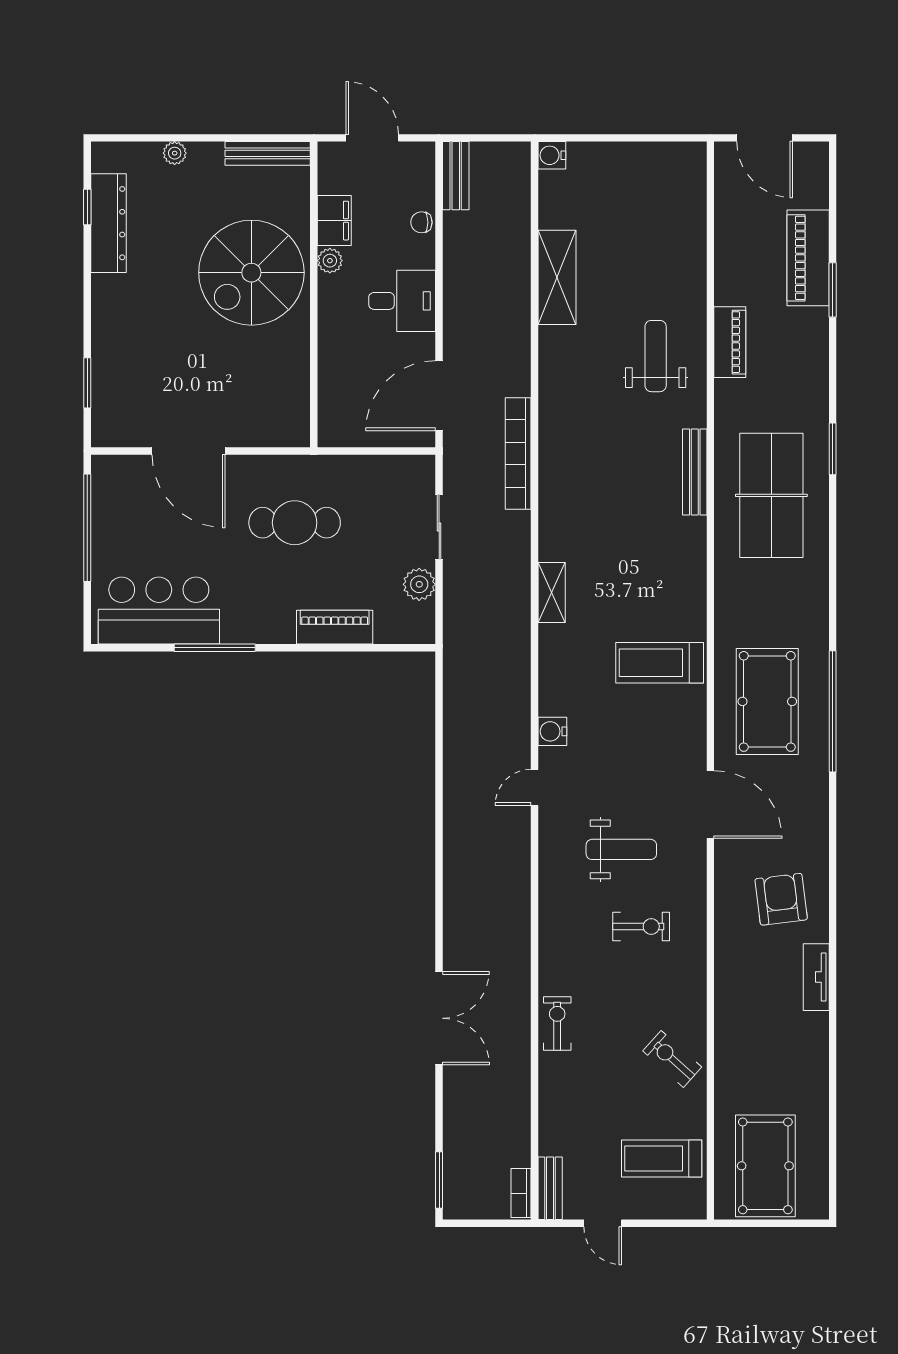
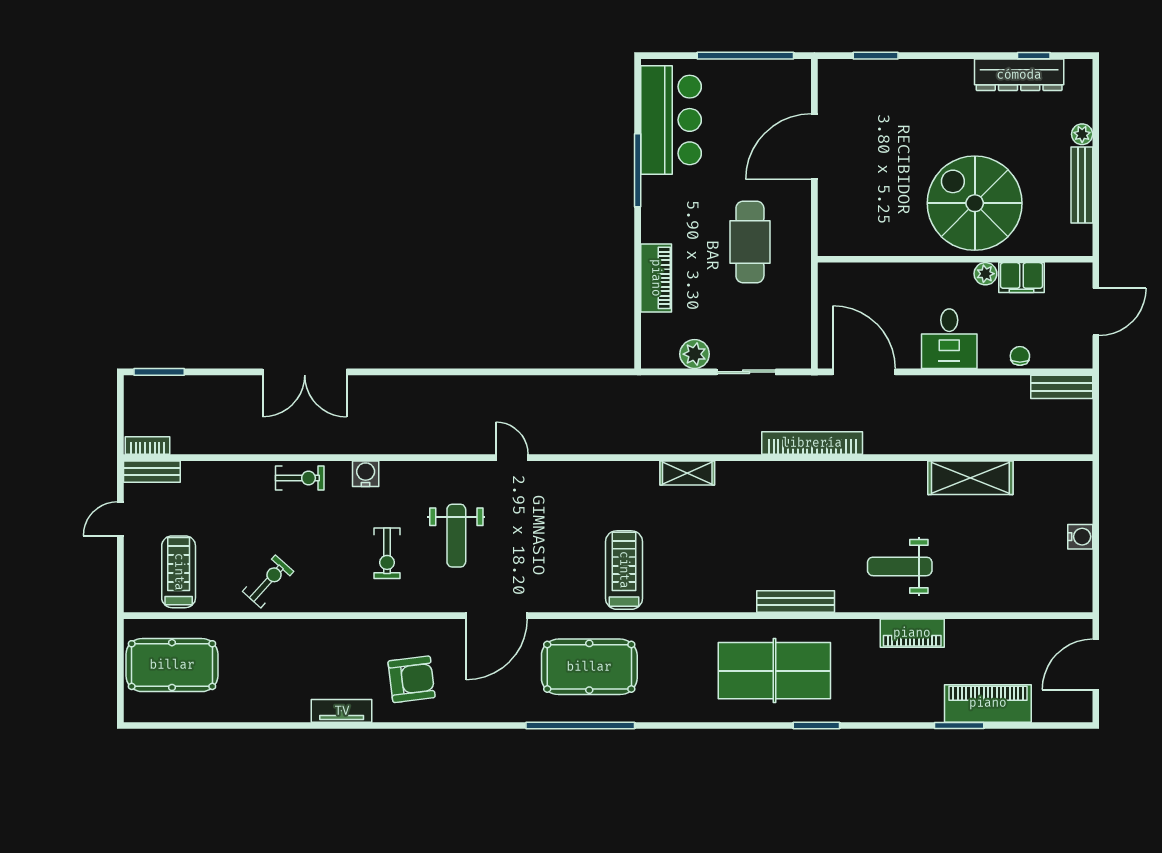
bench: (268, 153) -> (1082, 185), moved
water cooler: (552, 155) -> (1080, 537), moved, turned 90
weight bench: (656, 356) -> (900, 566), turned 180
water cooler: (552, 731) -> (366, 474), moved

